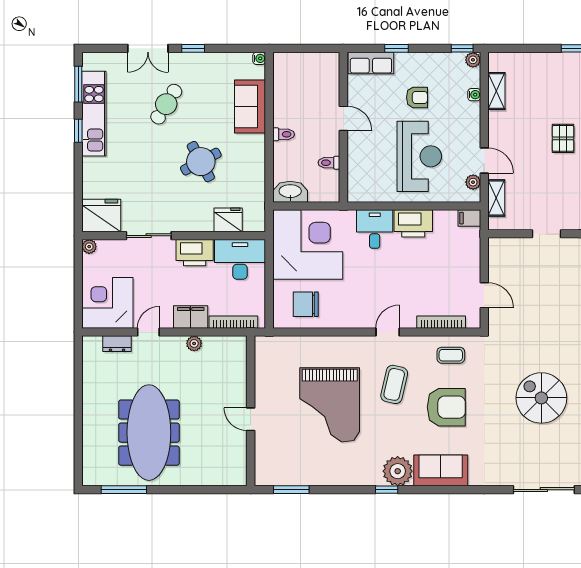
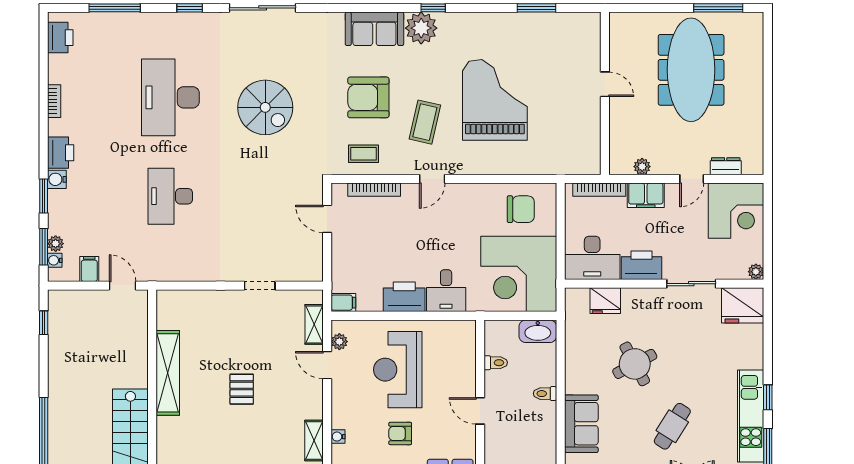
wall: (251, 411) -> (605, 93), moved
door: (251, 419) -> (605, 84), moved

